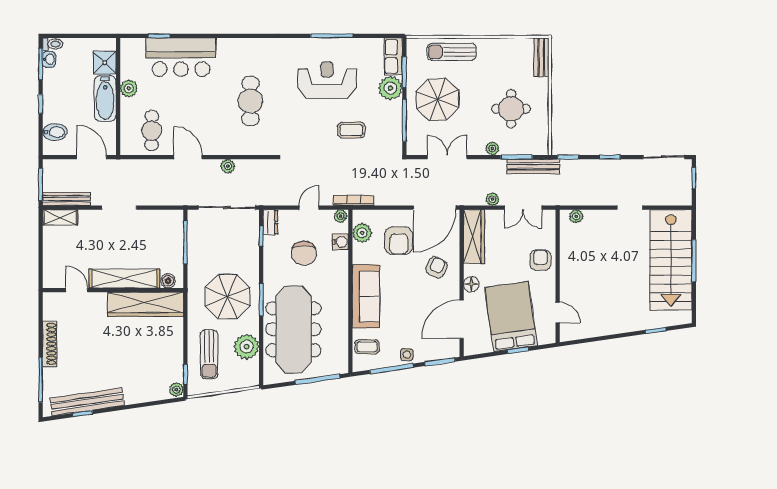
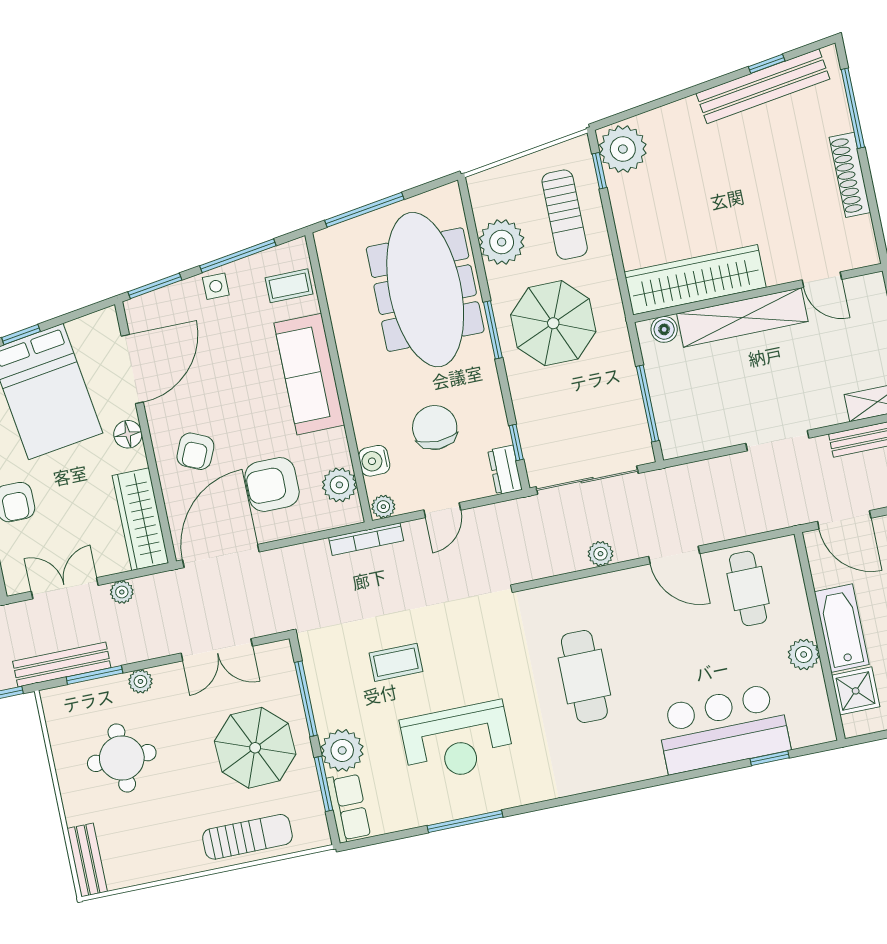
armchair: (399, 241) -> (272, 484), turned -90
sun lounger: (209, 354) -> (565, 215), turned 180
plant: (176, 390) -> (623, 149), width x1.88, depth x1.88

